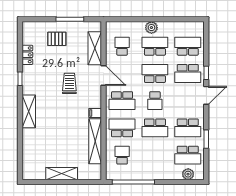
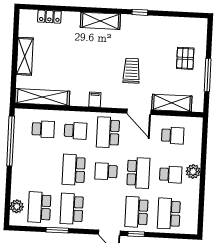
school desk: (155, 46) -> (171, 175), width x0.54
school desk: (188, 46) -> (169, 214), turned 180
locker: (27, 55) -> (49, 17), moved
door: (104, 76) -> (139, 112), hinge flipped
trolley: (69, 83) -> (131, 71), turned -90
school desk: (122, 128) -> (76, 131), width x0.54
shelving: (95, 141) -> (42, 97), moved

